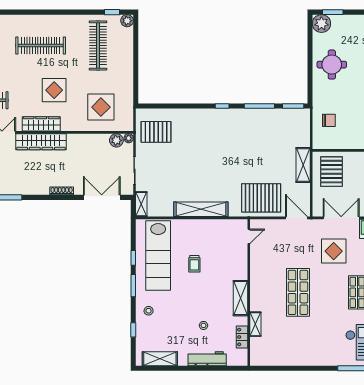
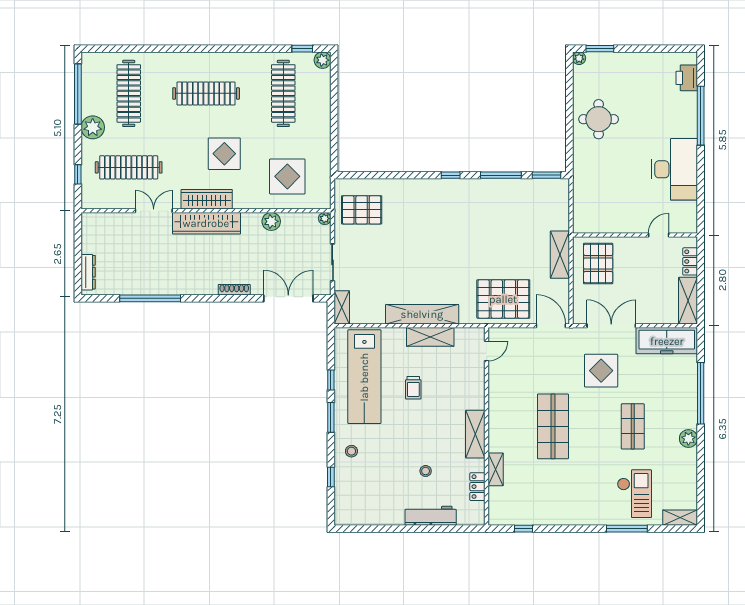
plant: (321, 24) -> (579, 58), width x0.53, depth x0.53
chair: (329, 120) -> (595, 194), removed
plant: (116, 140) -> (271, 221), moved
shelving: (160, 359) -> (430, 337), moved
window: (276, 368) -> (524, 529), added

